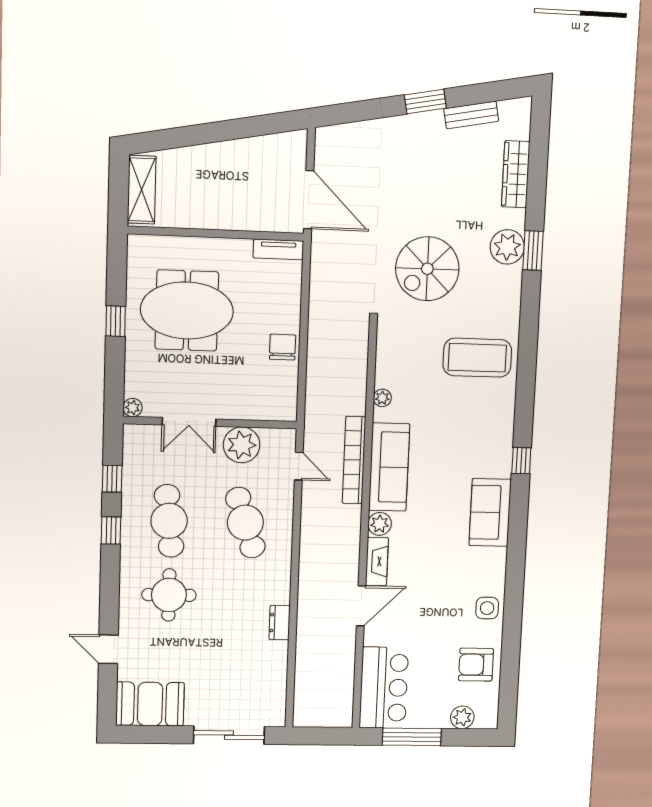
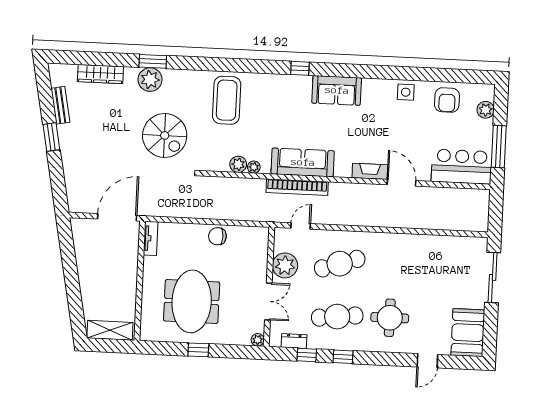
plant: (380, 524) -> (238, 164), moved
dresser: (280, 623) -> (294, 341), moved, turned 180

